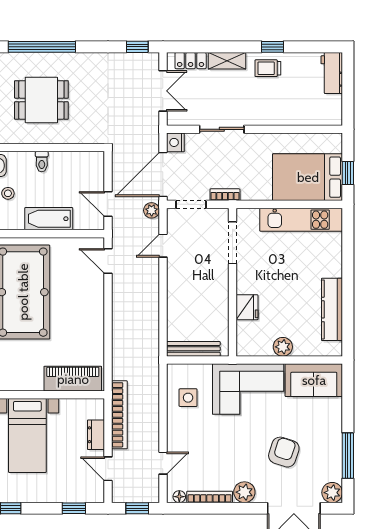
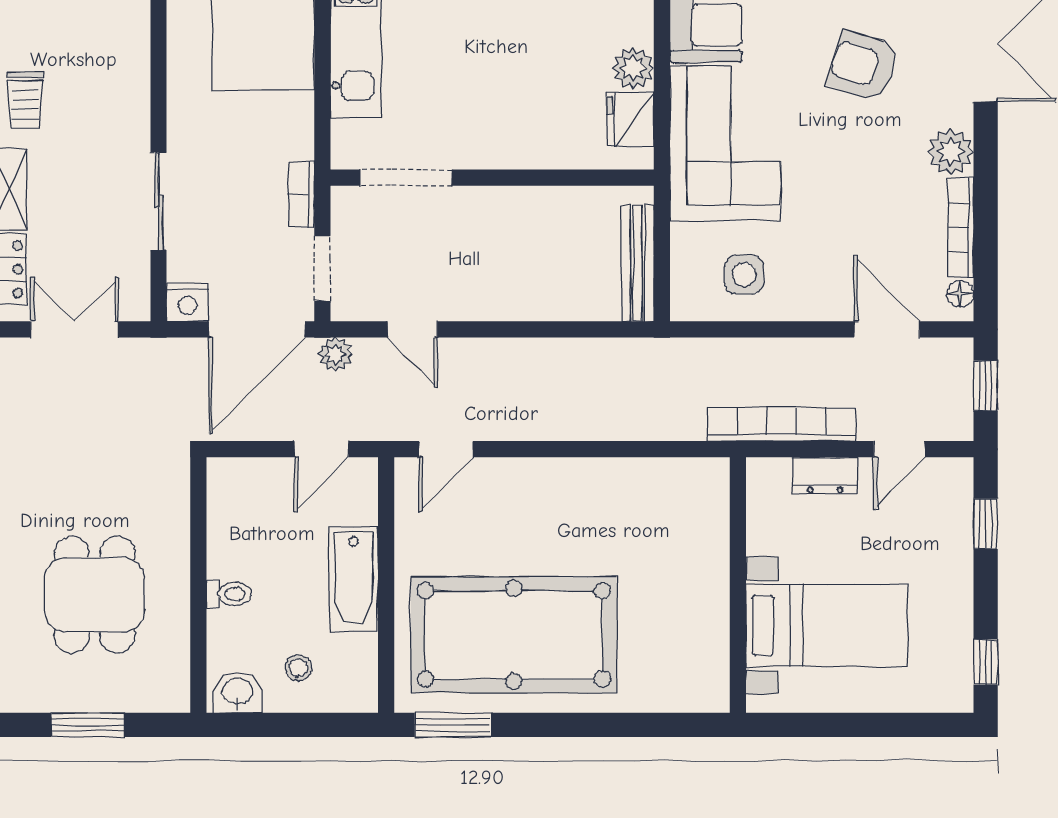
door: (163, 174) -> (257, 329), hinge flipped
fridge: (247, 307) -> (630, 119), moved, turned -90
piano: (73, 379) -> (703, 526), removed
door: (163, 463) -> (887, 329), width x1.37

